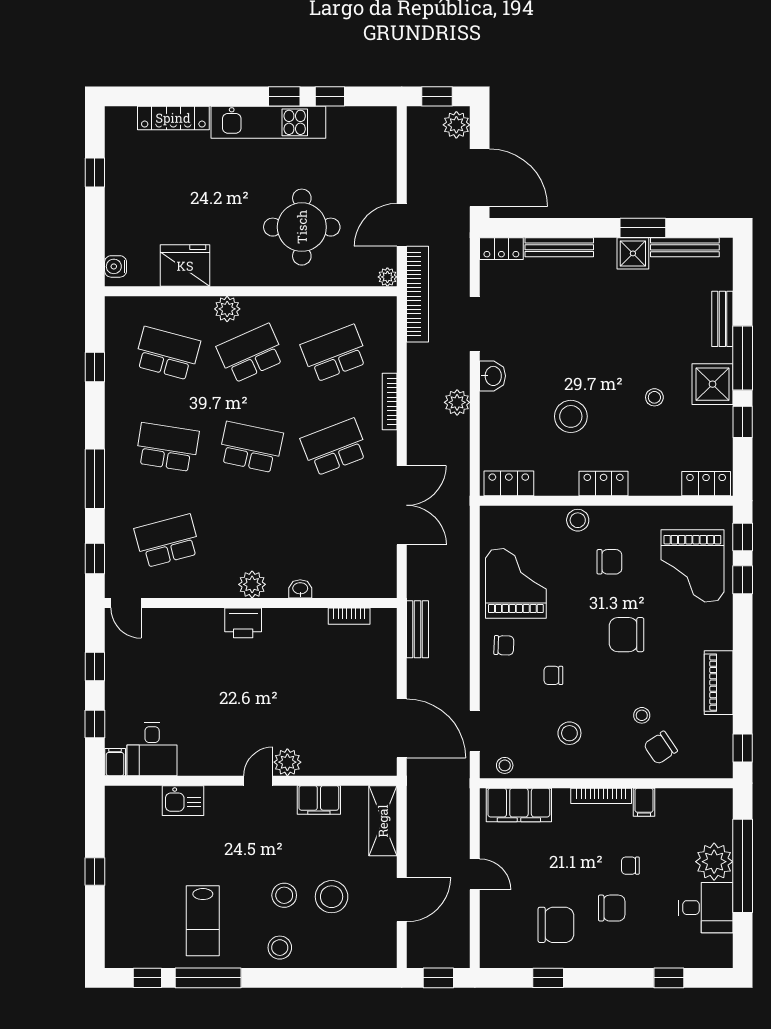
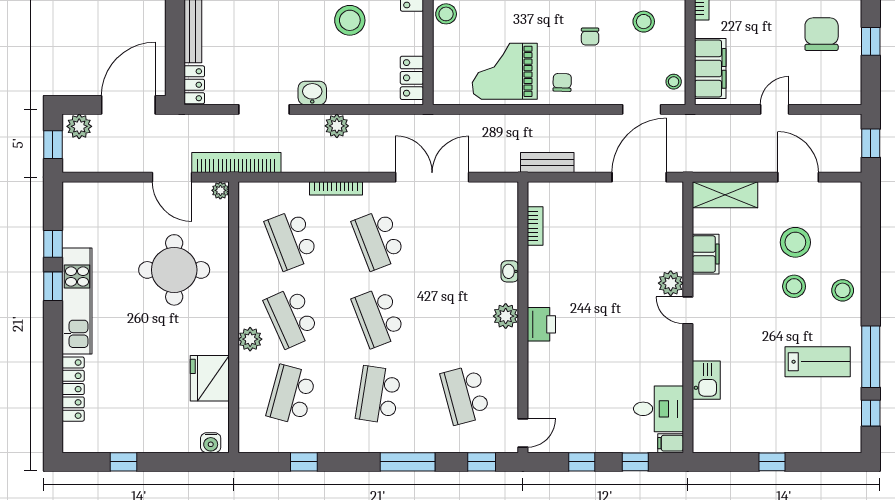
school desk: (251, 447) -> (378, 317), turned -33

